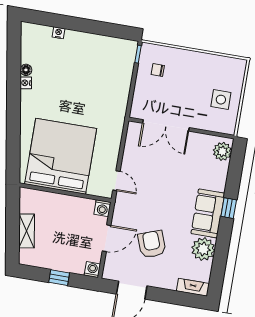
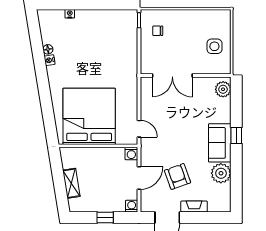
fireplace: (193, 287) -> (194, 207), moved

